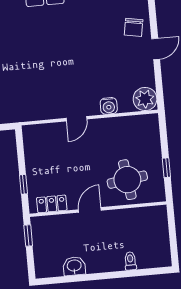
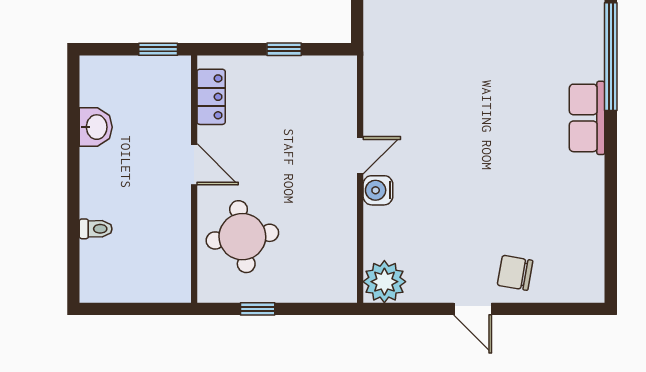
water cooler: (109, 106) -> (378, 190), moved
door: (77, 119) -> (360, 155), swing flipped
window: (24, 184) -> (284, 49), moved

